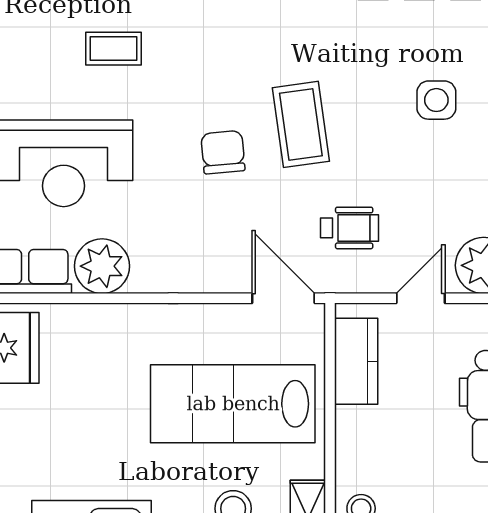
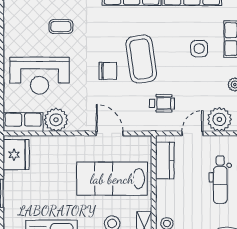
coffee table: (301, 124) -> (141, 59), width x1.36, depth x1.32
chair: (223, 152) -> (108, 71), turned 95
door: (283, 298) -> (110, 133), moved

